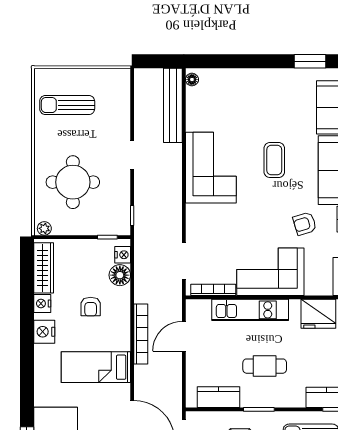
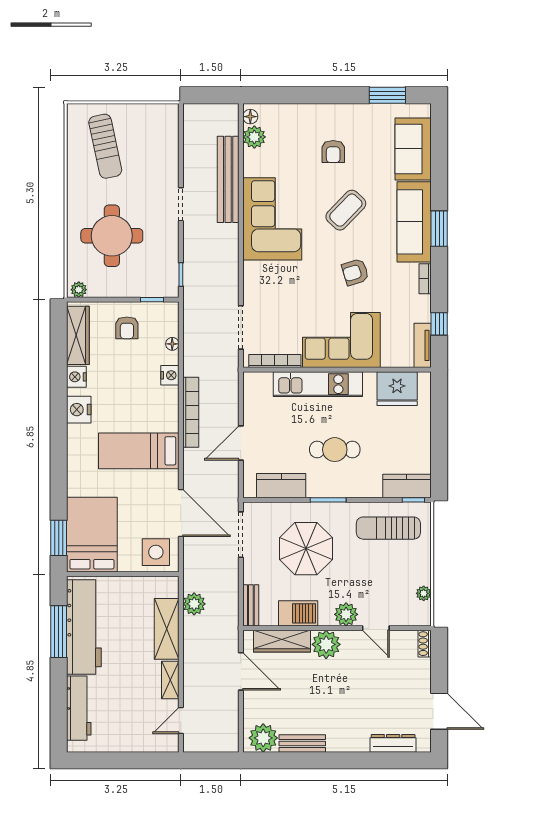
plant: (195, 97) -> (254, 137), added
sun lounger: (67, 105) -> (105, 146), turned -102
bench: (173, 105) -> (228, 179), moved
armchair: (263, 110) -> (333, 152), added
coffee table: (274, 160) -> (346, 210), turned 44
armchair: (305, 224) -> (355, 272), moved
nightstand: (123, 255) -> (170, 375), moved
floor lamp: (120, 275) -> (172, 344), width x0.53, depth x0.53
armchair: (91, 307) -> (127, 328), moved
door: (184, 336) -> (241, 443), moved

